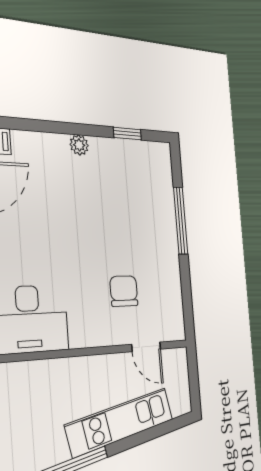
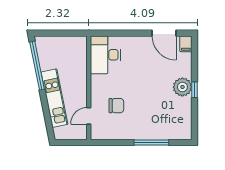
window: (127, 134) -> (194, 90), moved
plant: (79, 145) -> (182, 87), width x1.88, depth x1.88

